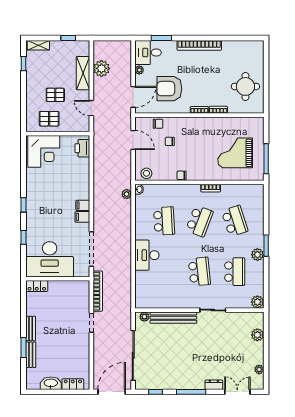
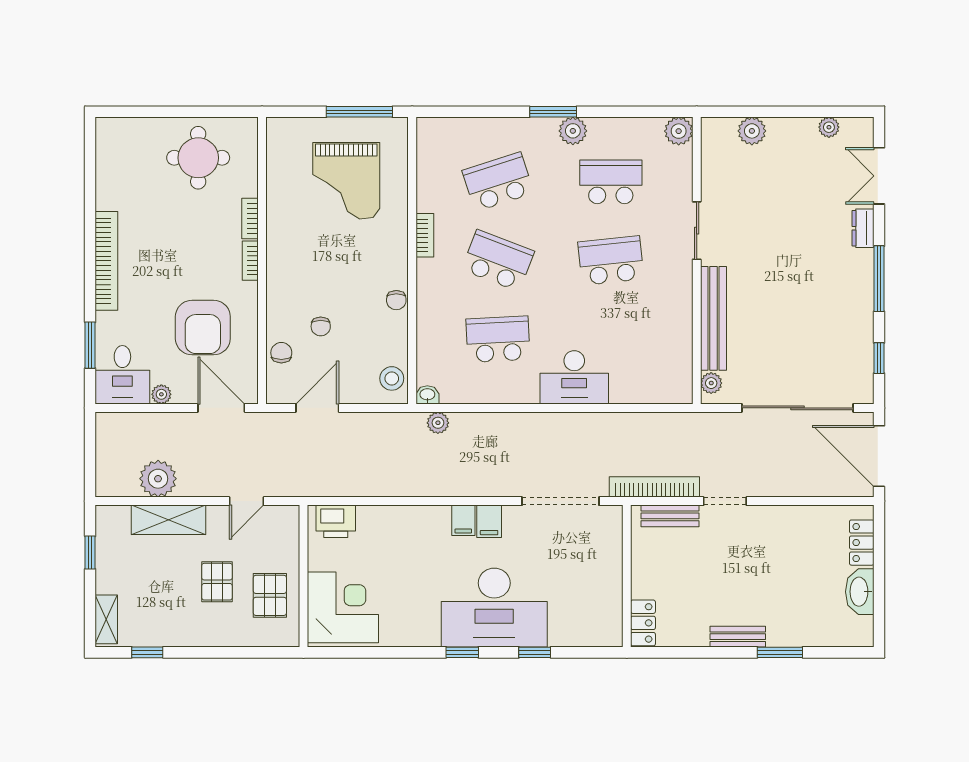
desk: (50, 259) -> (494, 608), moved, turned 90
bench: (31, 355) -> (670, 516), moved

